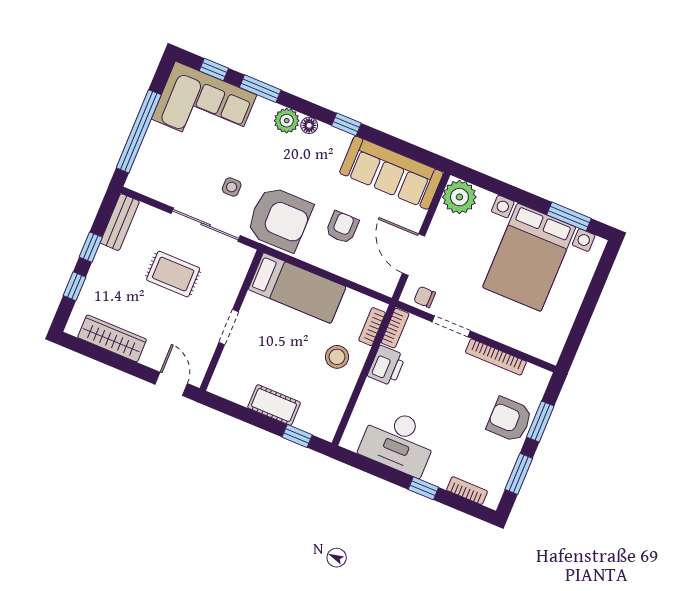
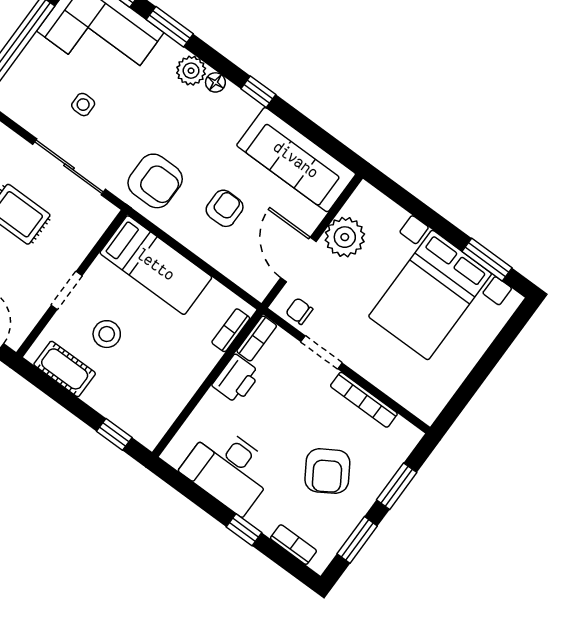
side table: (232, 187) -> (83, 105), moved
plant: (459, 197) -> (345, 237), moved
armchair: (279, 219) -> (155, 181), width x0.73, depth x0.73
stool: (337, 357) -> (107, 334), moved
cot: (274, 405) -> (65, 369), moved
armchair: (509, 419) -> (327, 471), moved, turned -122

